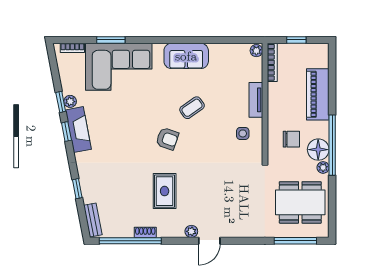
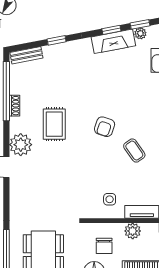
plant: (276, 109) -> (133, 231), added
rug: (165, 191) -> (54, 124), turned 90
plant: (191, 231) -> (21, 145), width x1.87, depth x1.87

